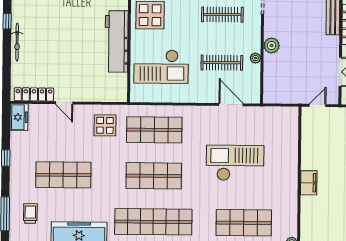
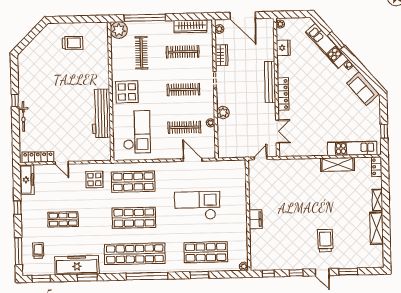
checkout: (161, 67) -> (137, 132), turned -90
freezer: (19, 117) -> (27, 180), width x1.40
shop shelf: (63, 175) -> (63, 219), width x0.70, depth x0.74

